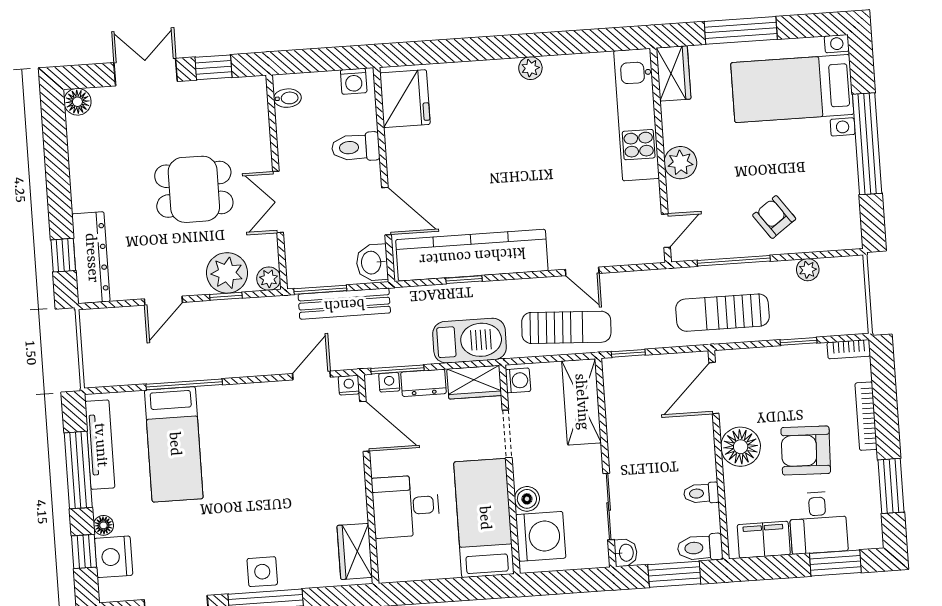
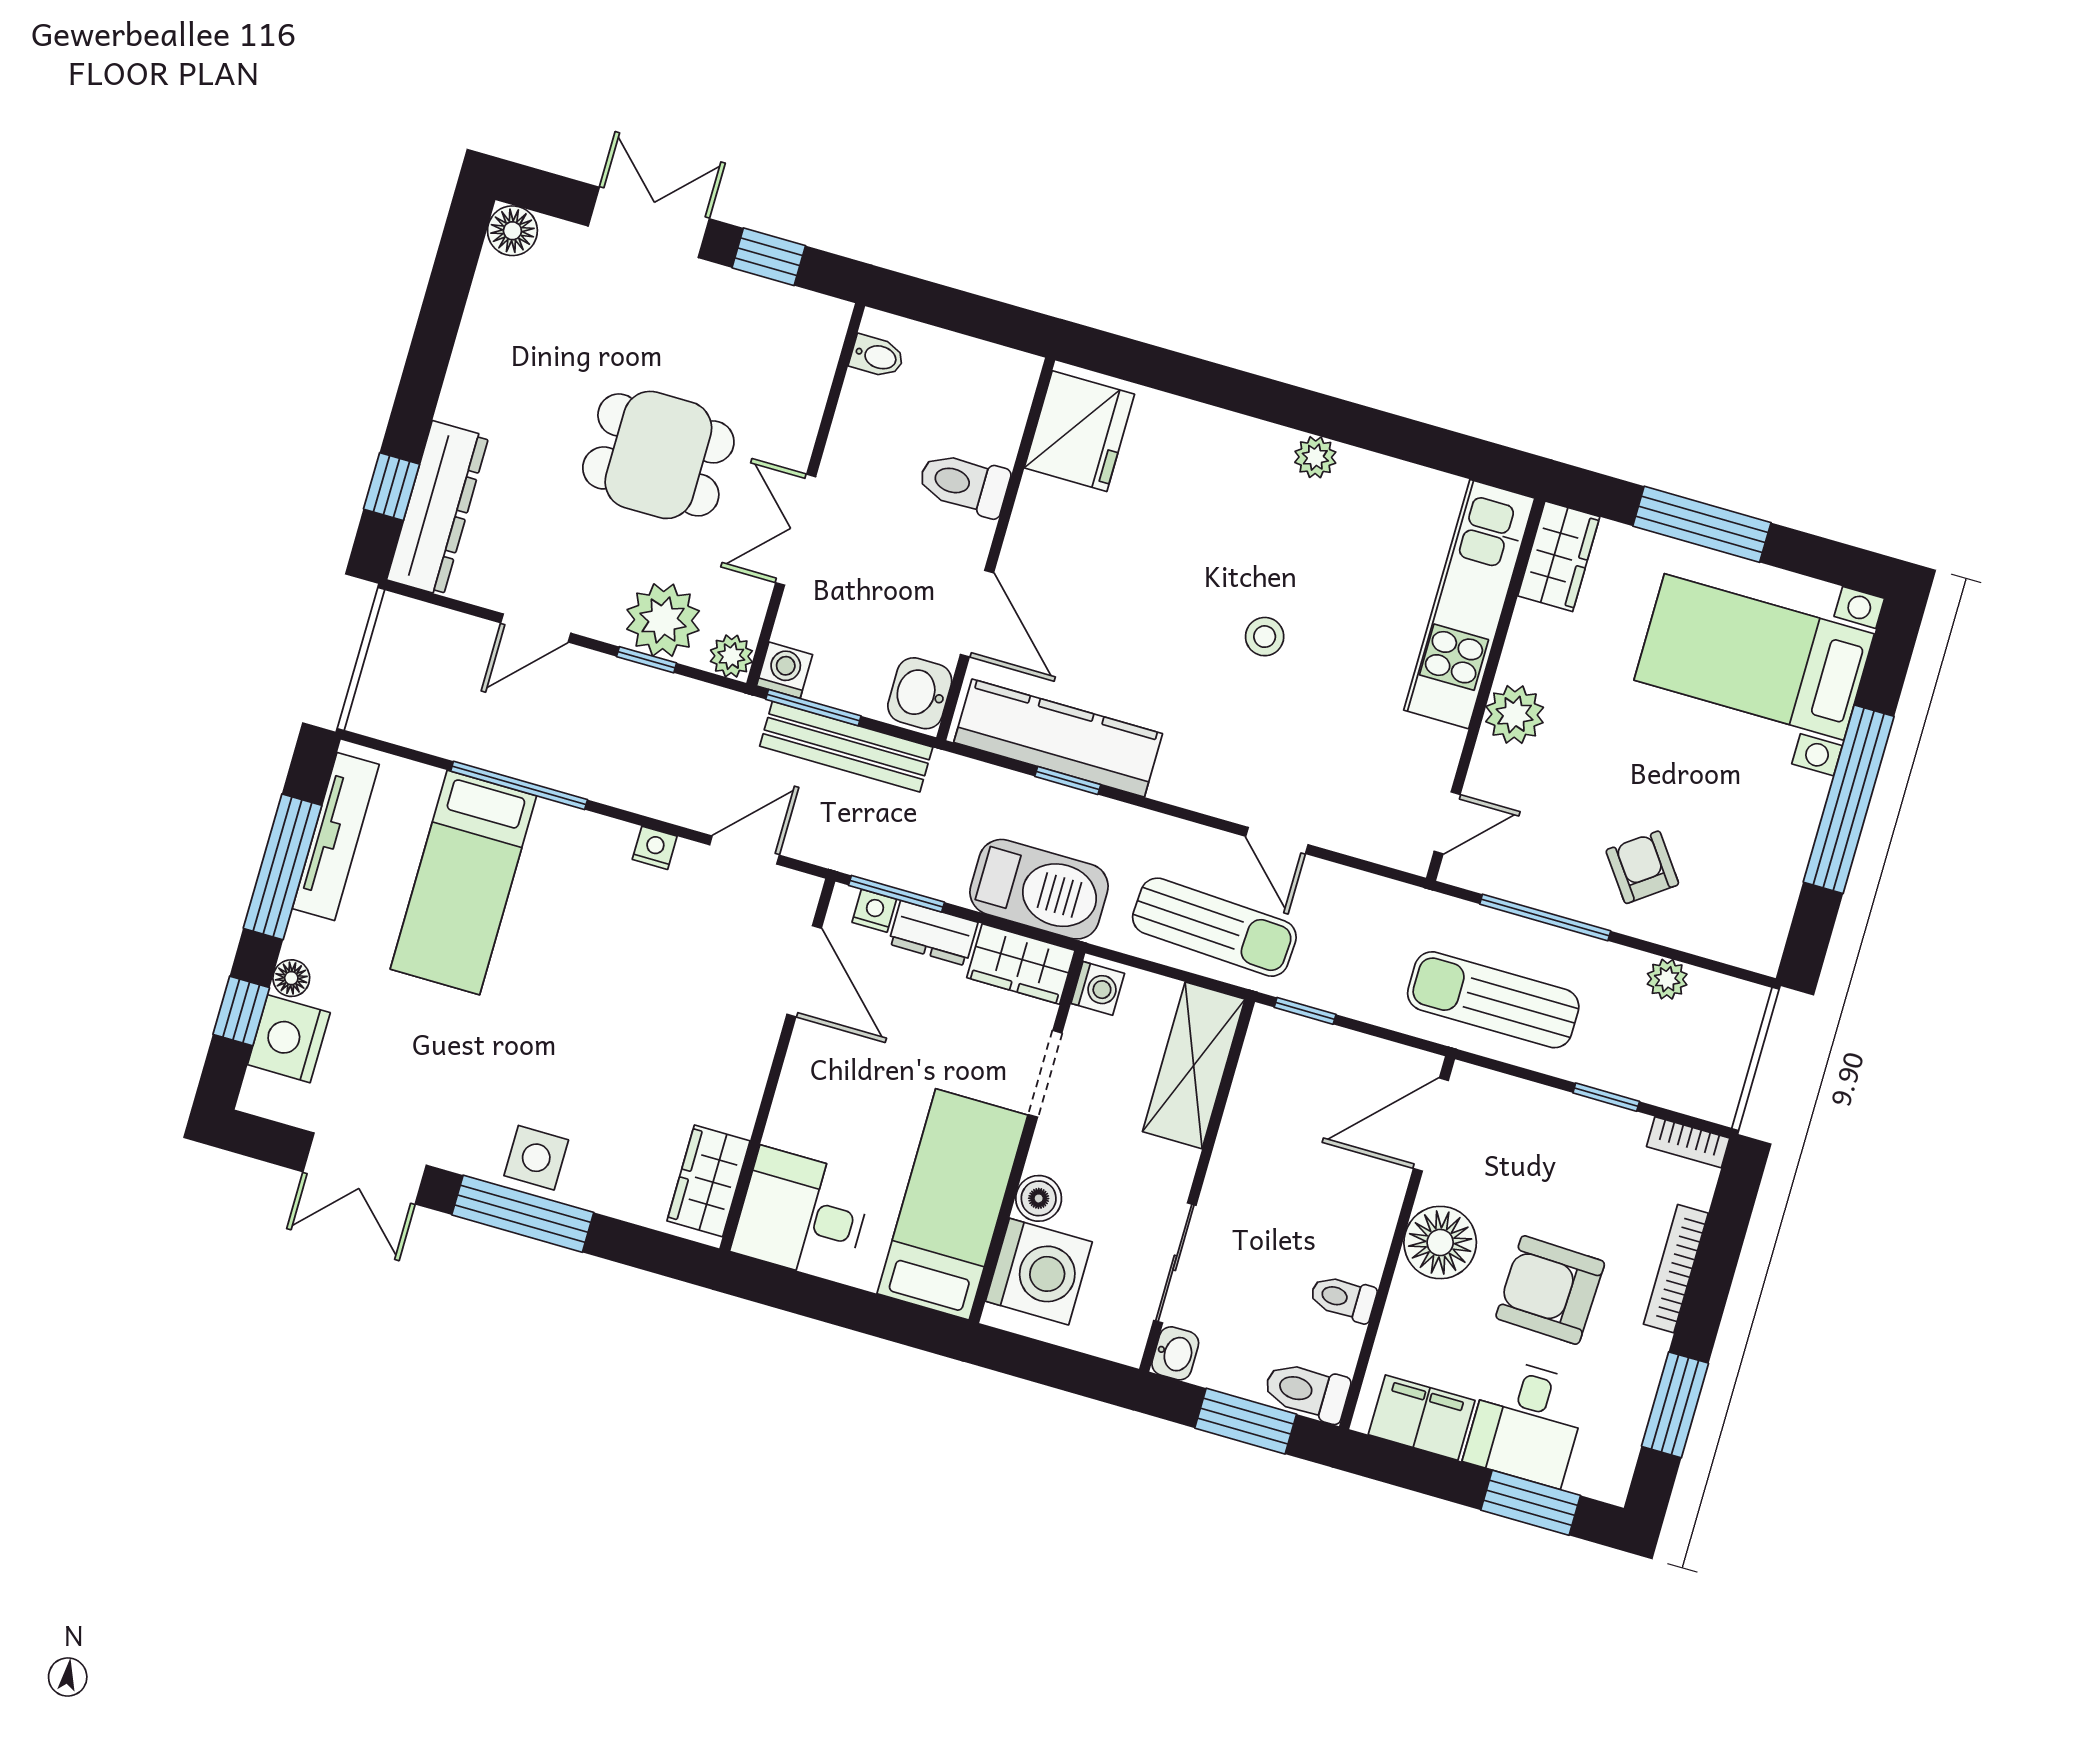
washing machine: (354, 81) -> (784, 670), moved, turned 180
stool: (538, 169) -> (1265, 637), added
kitchen counter: (472, 255) -> (1058, 738), width x0.72, depth x0.86
nightstand: (349, 385) -> (655, 848), moved
desk: (406, 506) -> (802, 1214), moved

